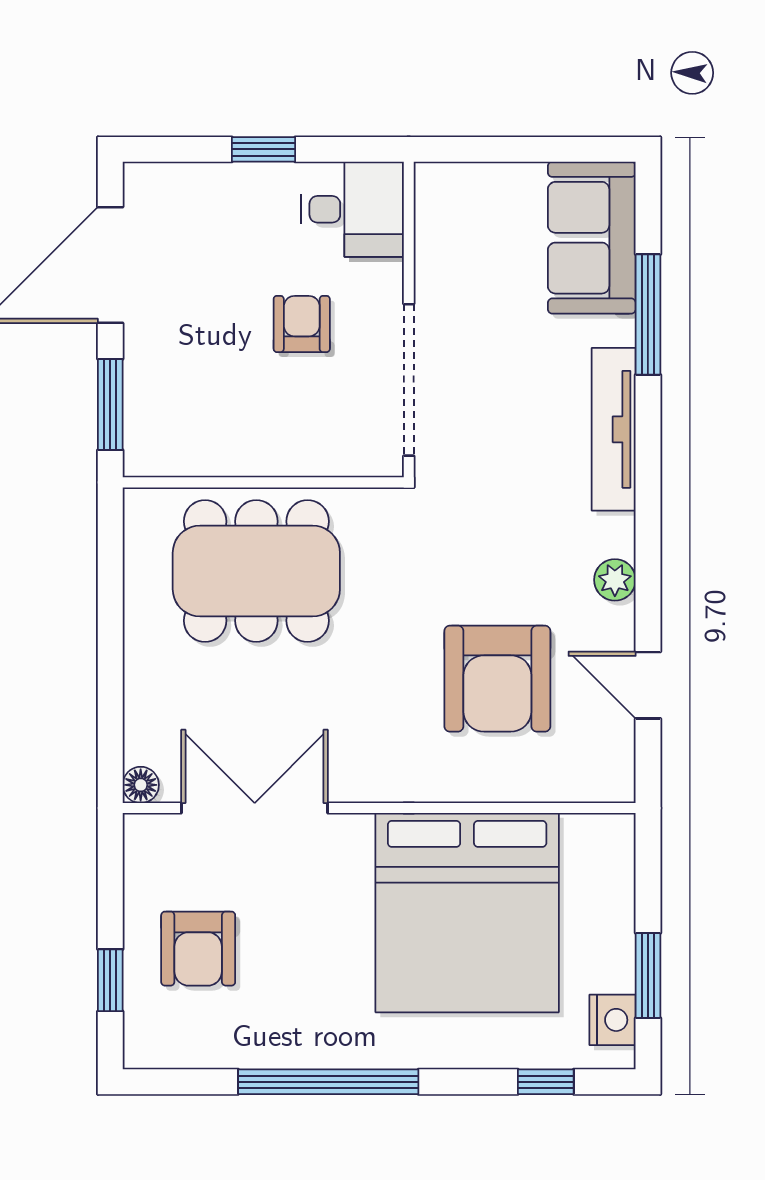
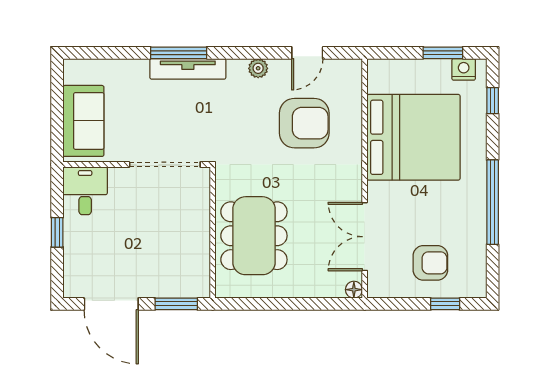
sofa: (592, 238) -> (83, 121), moved, turned -90
window: (648, 315) -> (179, 53), moved
armchair: (302, 324) -> (139, 214), removed

